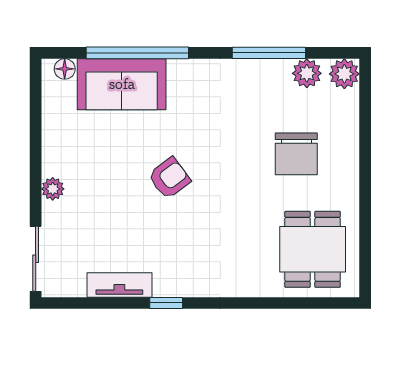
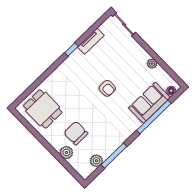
plant: (344, 74) -> (66, 153), moved
armchair: (169, 178) -> (107, 88), turned -53
plant: (53, 189) -> (152, 64), moved

